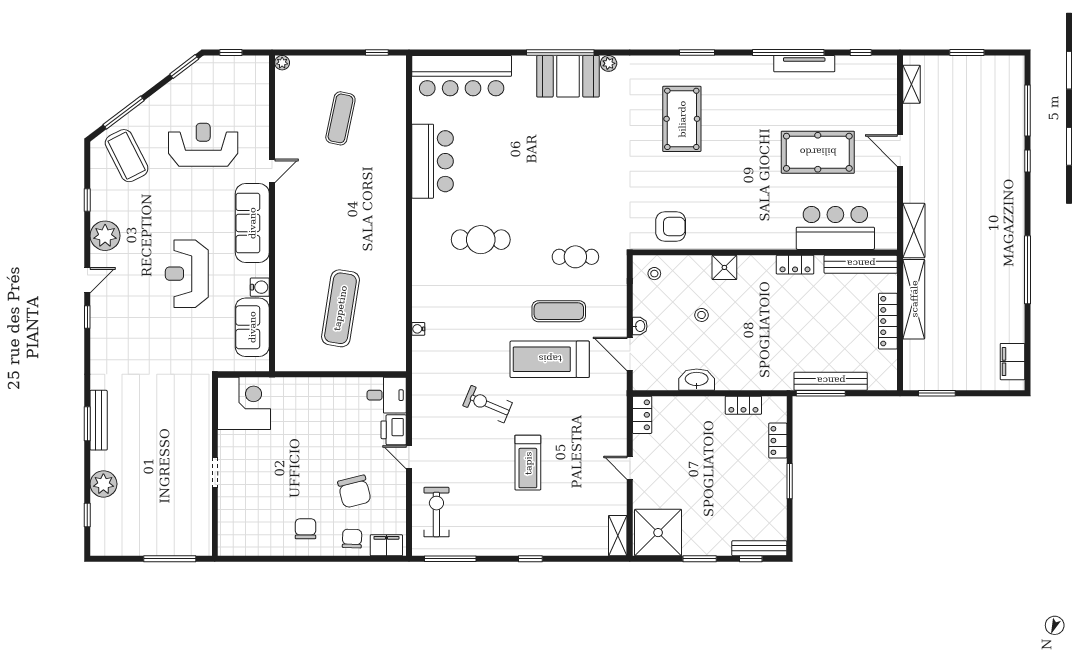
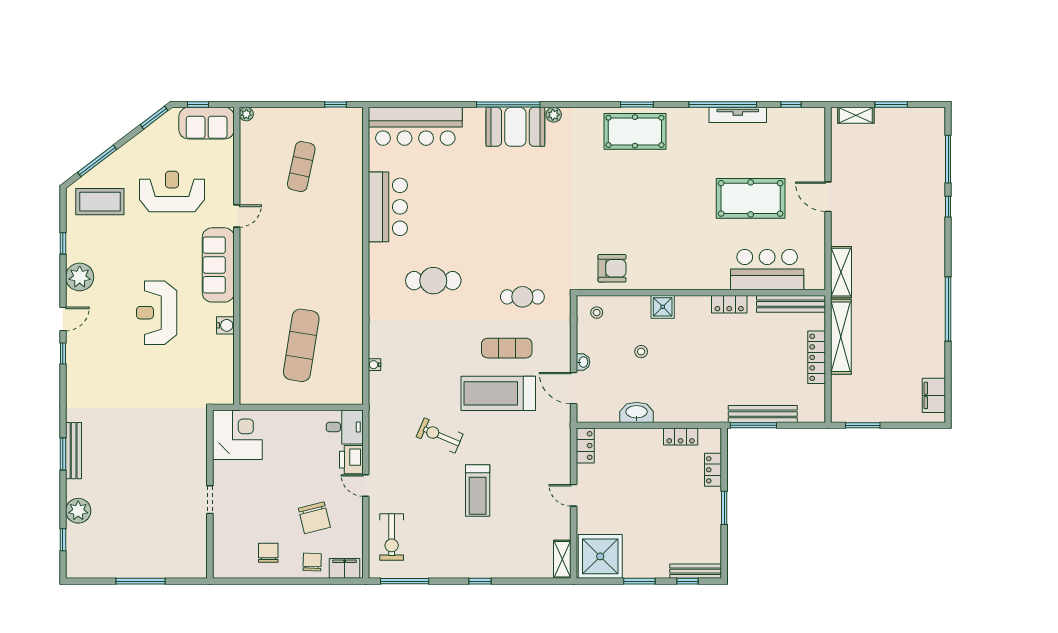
shelving: (911, 84) -> (856, 115), moved, turned 90
pool table: (682, 119) -> (635, 131), moved, turned 90
coffee table: (127, 156) -> (100, 202), turned -63
sofa: (252, 327) -> (207, 123), moved, turned -90
corner desk: (244, 403) -> (237, 435), moved
wall: (215, 466) -> (210, 494), moved
doorway: (215, 472) -> (210, 500), moved
exercise bike: (436, 512) -> (392, 537), turned 180

